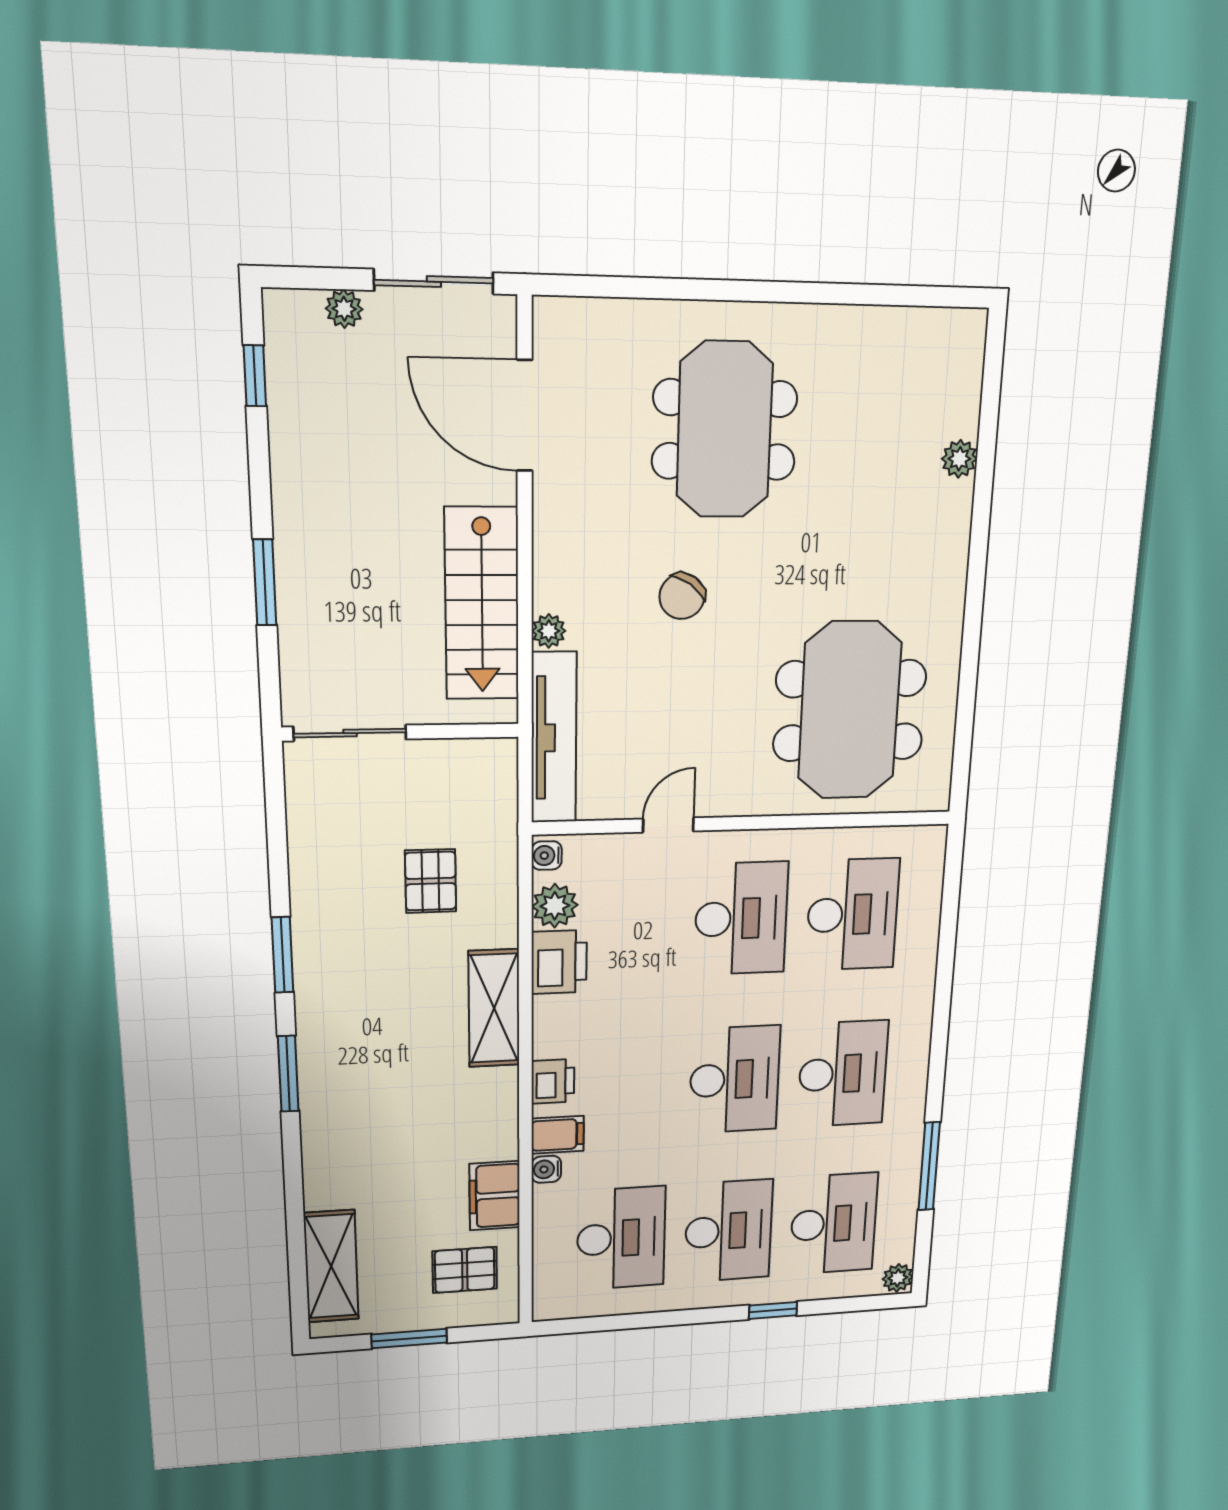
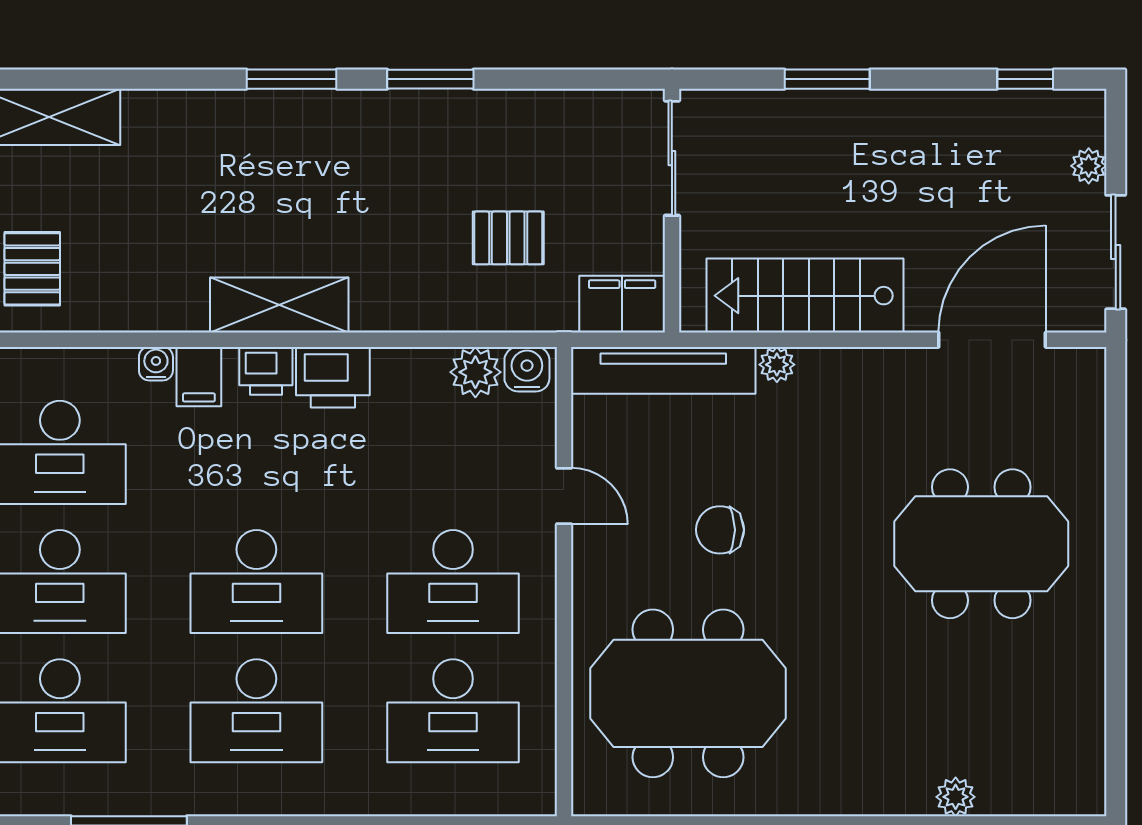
chair: (682, 596) -> (720, 530), moved, turned -35
water cooler: (547, 856) -> (527, 369), width x1.38, depth x1.38
printer: (559, 962) -> (333, 377), moved
shelving: (494, 1008) -> (279, 305), moved
filing cabinet: (495, 1196) -> (622, 304), moved

